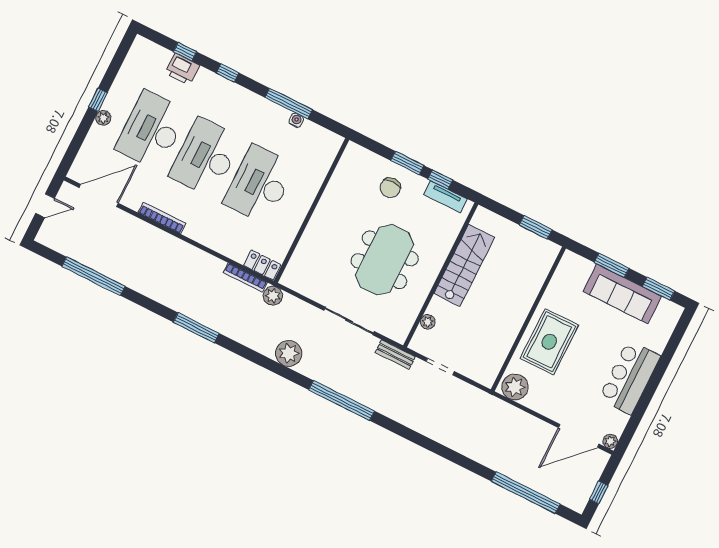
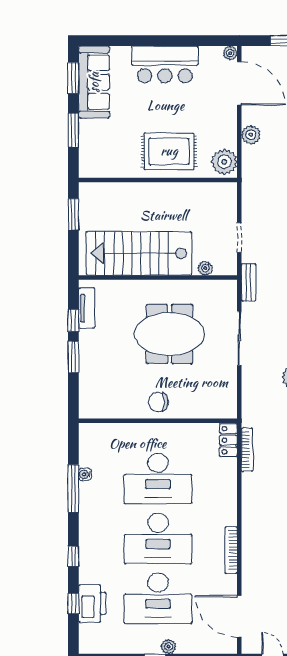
printer: (182, 69) -> (92, 603), width x1.37, depth x1.19
chair: (390, 188) -> (158, 402), moved, turned 180
stairs: (464, 265) -> (139, 253), width x1.36, depth x1.51
sofa: (622, 294) -> (94, 82), moved
plant: (273, 296) -> (251, 135), moved

